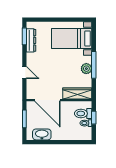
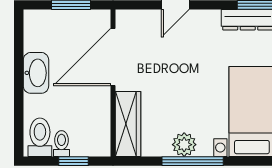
toilet: (83, 114) -> (40, 137), moved
washbasin: (42, 134) -> (36, 73), moved

